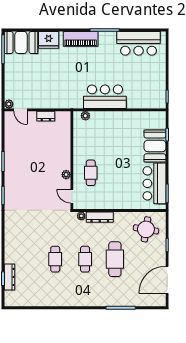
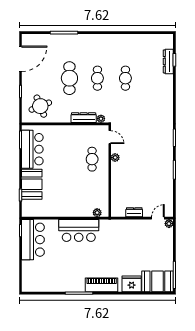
bar counter: (139, 43) -> (33, 240), moved, turned 90
door: (20, 110) -> (158, 218), hinge flipped
round table: (146, 229) -> (40, 106), turned -31

